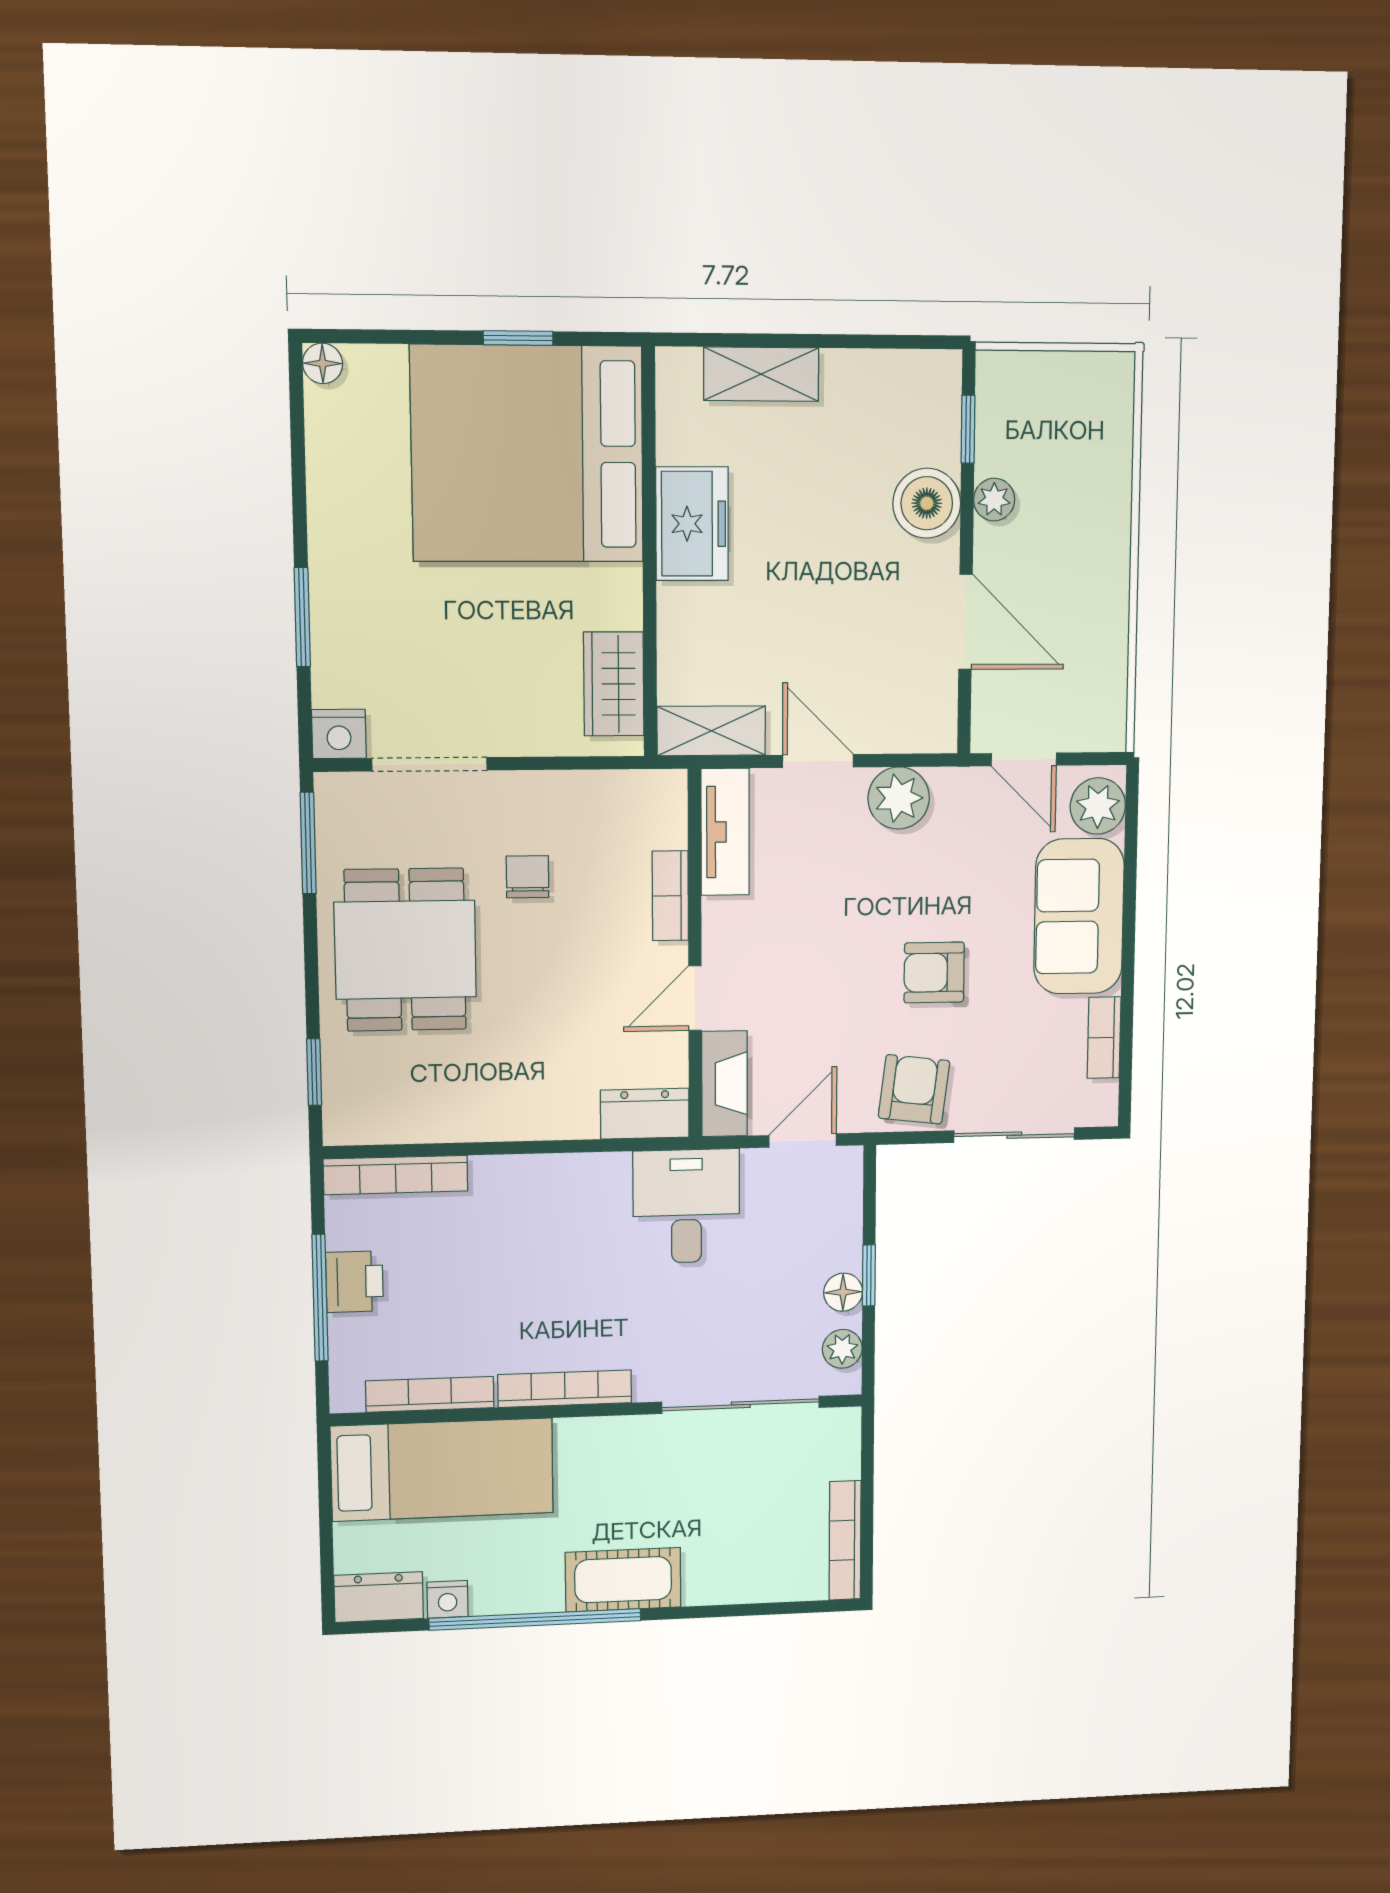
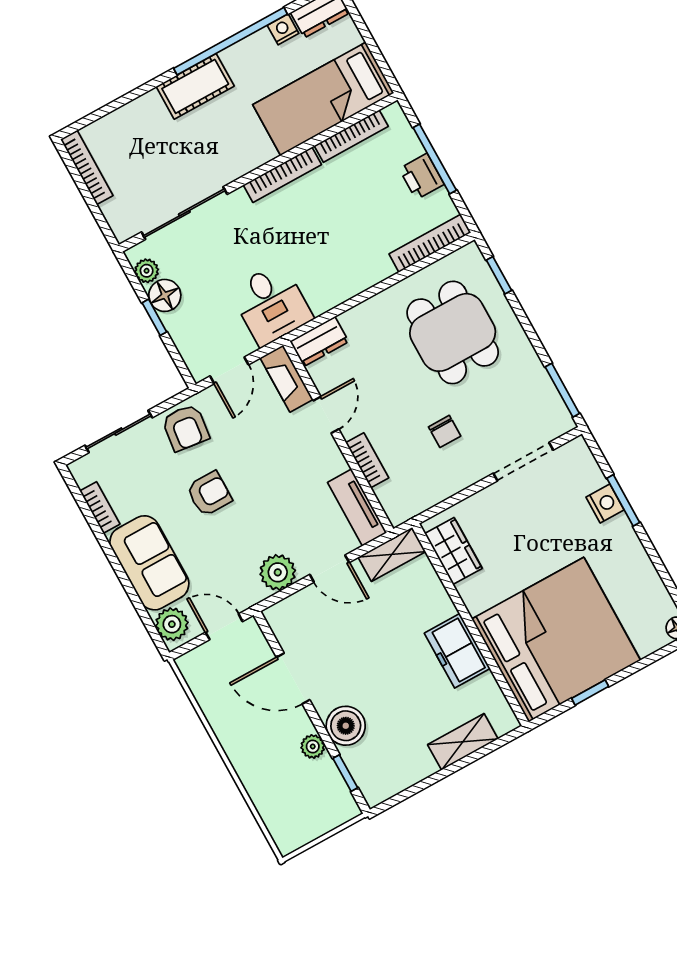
nightstand: (339, 734) -> (605, 503), moved, turned 90
dining table: (405, 950) -> (453, 332), moved
floor lamp: (843, 1292) -> (165, 295), width x1.37, depth x1.37

